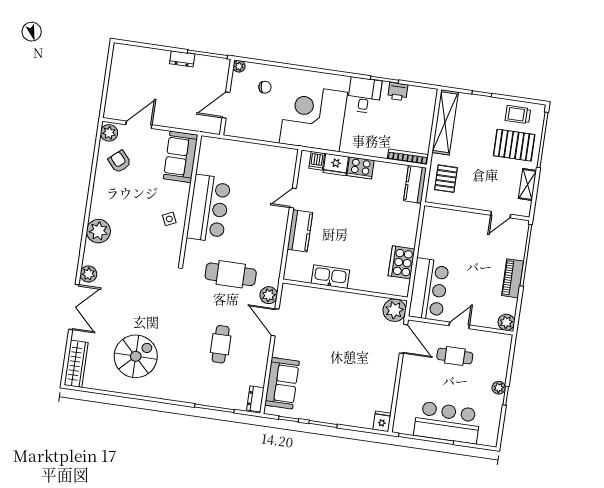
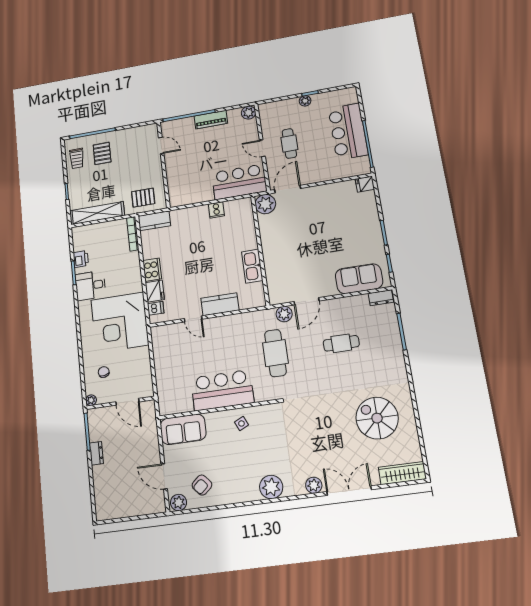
pallet: (514, 145) -> (102, 153), width x0.67, depth x0.71
shelving: (528, 185) -> (131, 133), removed
cooker: (402, 262) -> (216, 210), width x0.53, depth x0.76

